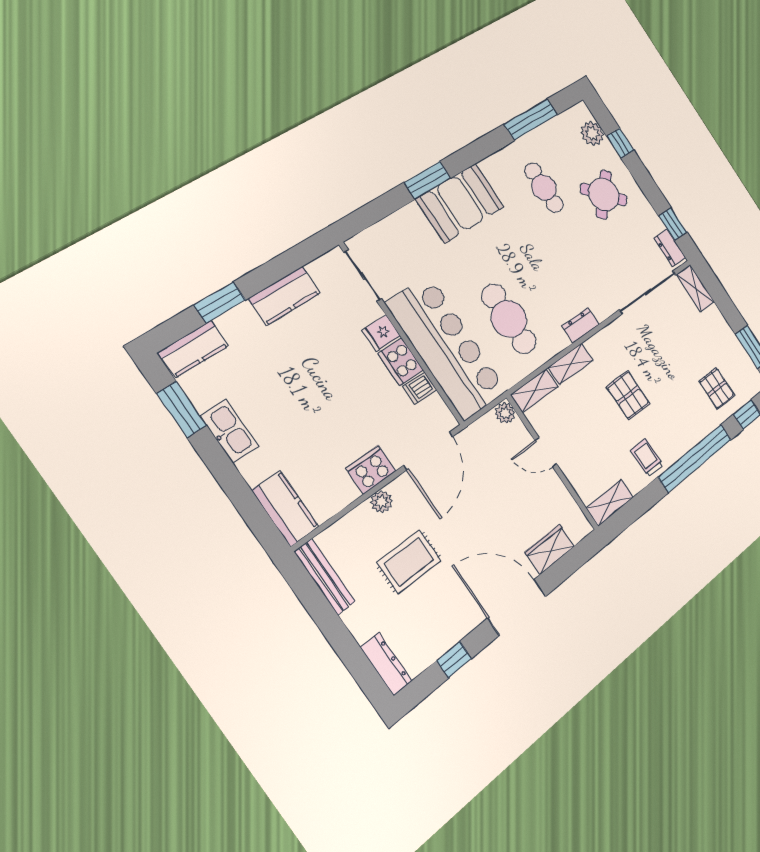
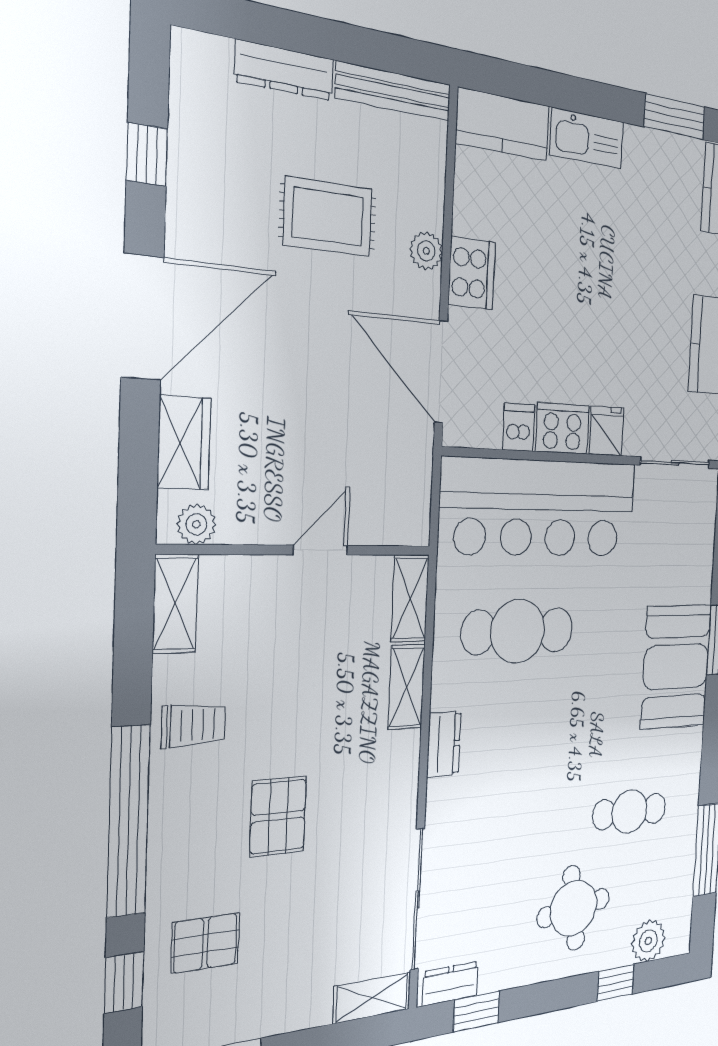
round table: (604, 195) -> (574, 908), turned 38
pallet: (628, 395) -> (278, 816), moved, turned 90
plant: (505, 413) -> (196, 524), moved
kitchen sink: (229, 431) -> (587, 138), moved
rug: (409, 562) -> (328, 217), turned 90
dresser: (386, 664) -> (284, 70), moved

